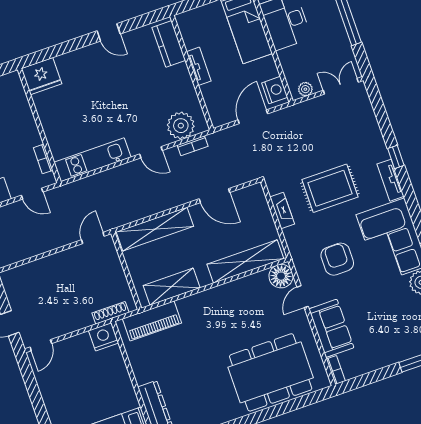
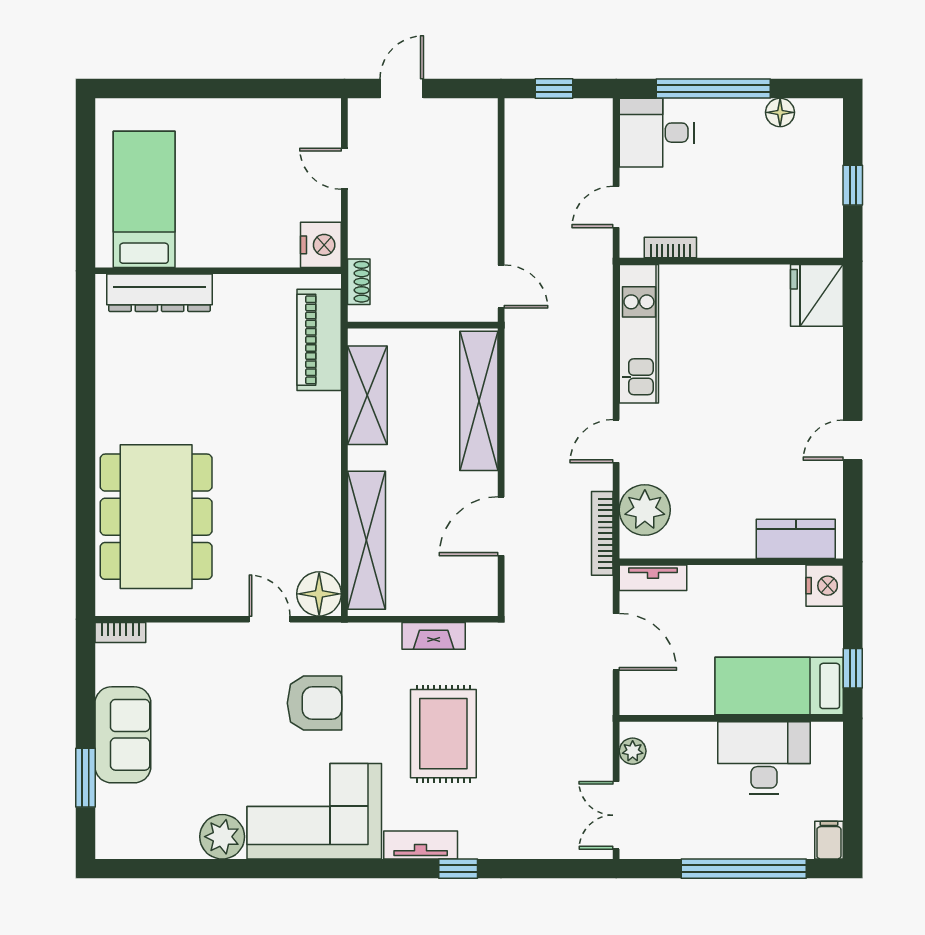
tv unit: (199, 66) -> (653, 578), moved
double door: (341, 86) -> (616, 815), swing flipped
nightstand: (275, 90) -> (825, 586), moved, turned -90
bookcase: (193, 146) -> (602, 533), width x1.56
shoe rack: (111, 313) -> (359, 282), width x0.70
sofa: (331, 328) -> (123, 735), moved, turned -90
door: (41, 345) -> (344, 169), moved

